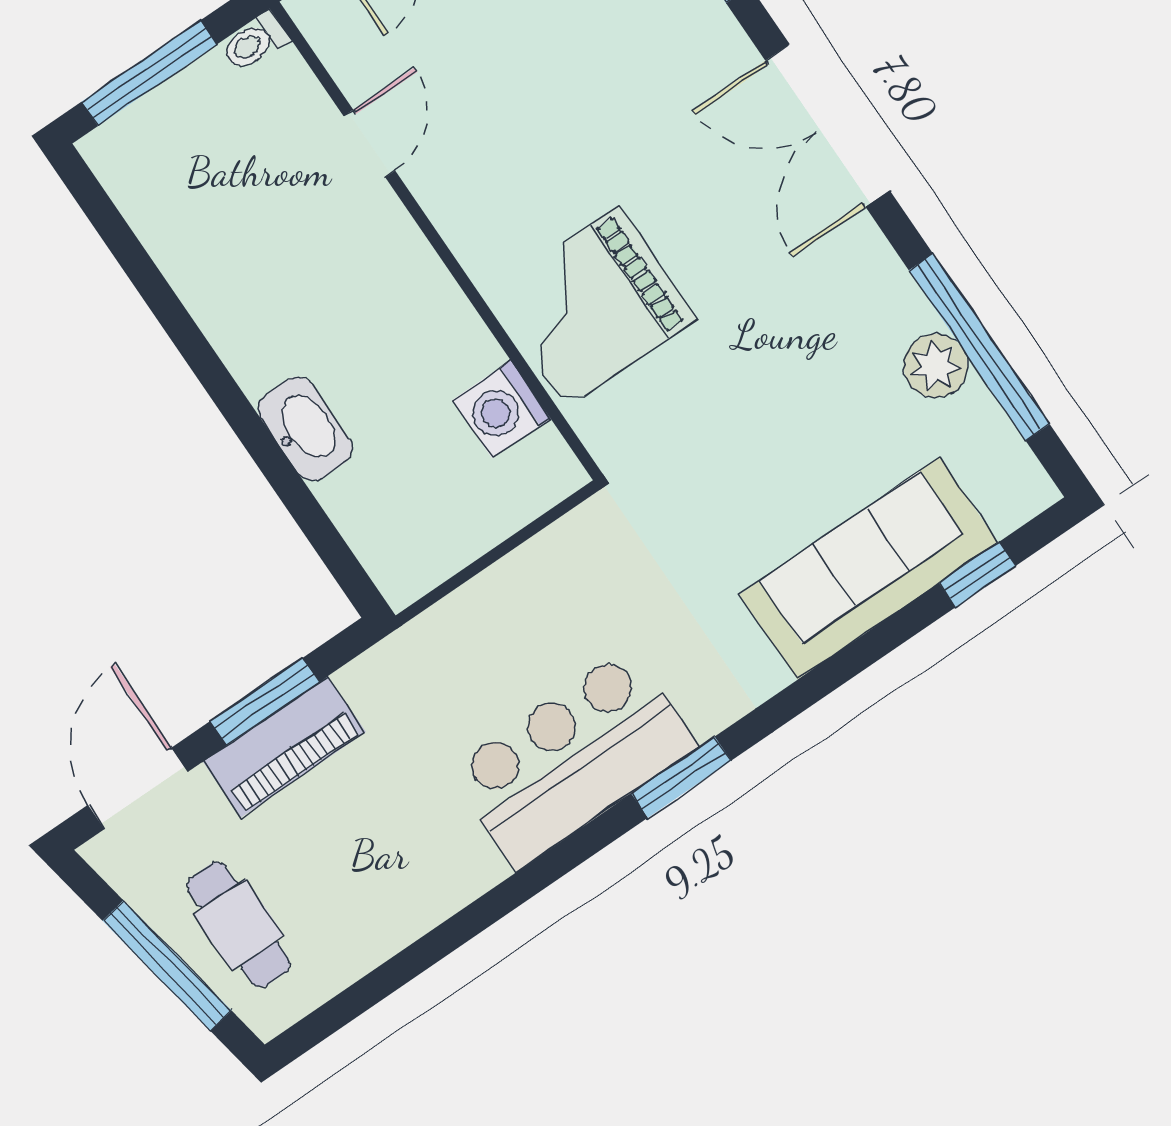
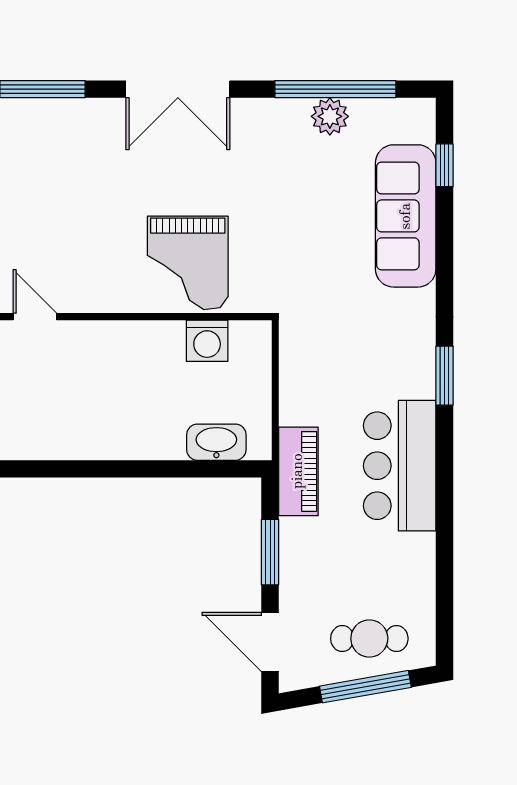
washbasin: (305, 429) -> (216, 442), moved
piano: (284, 747) -> (298, 471), moved
bar counter: (573, 758) -> (400, 466), moved

